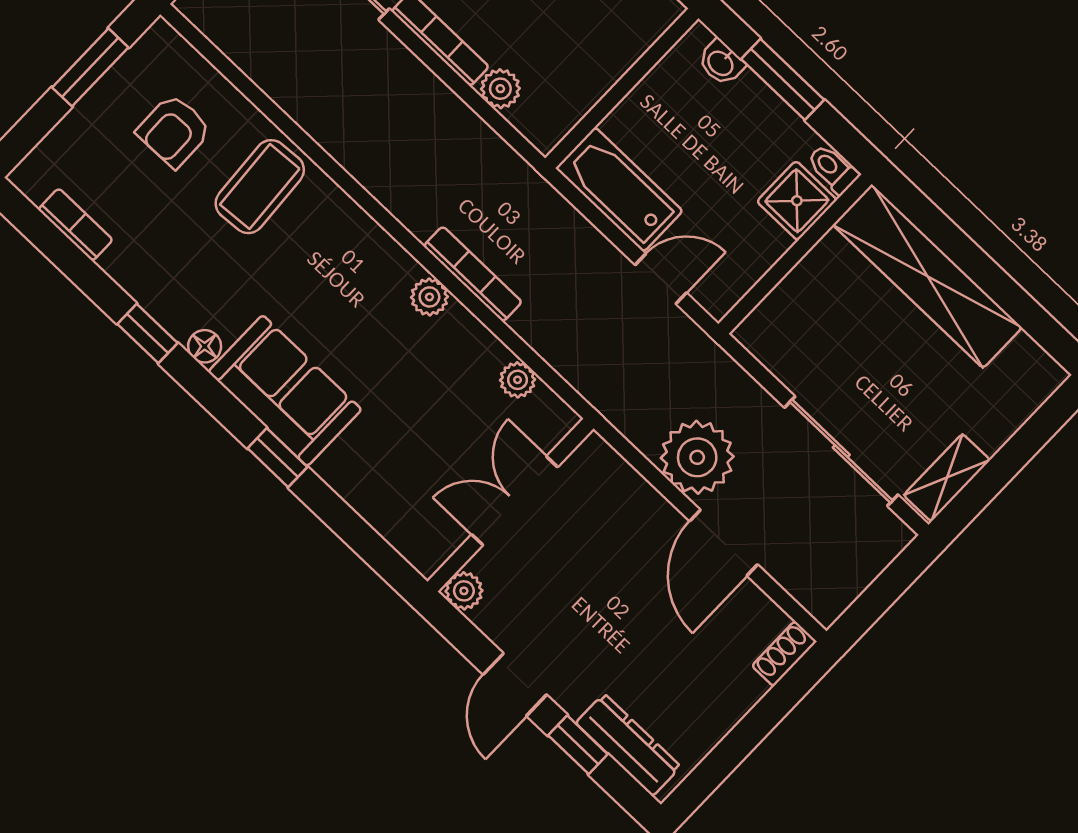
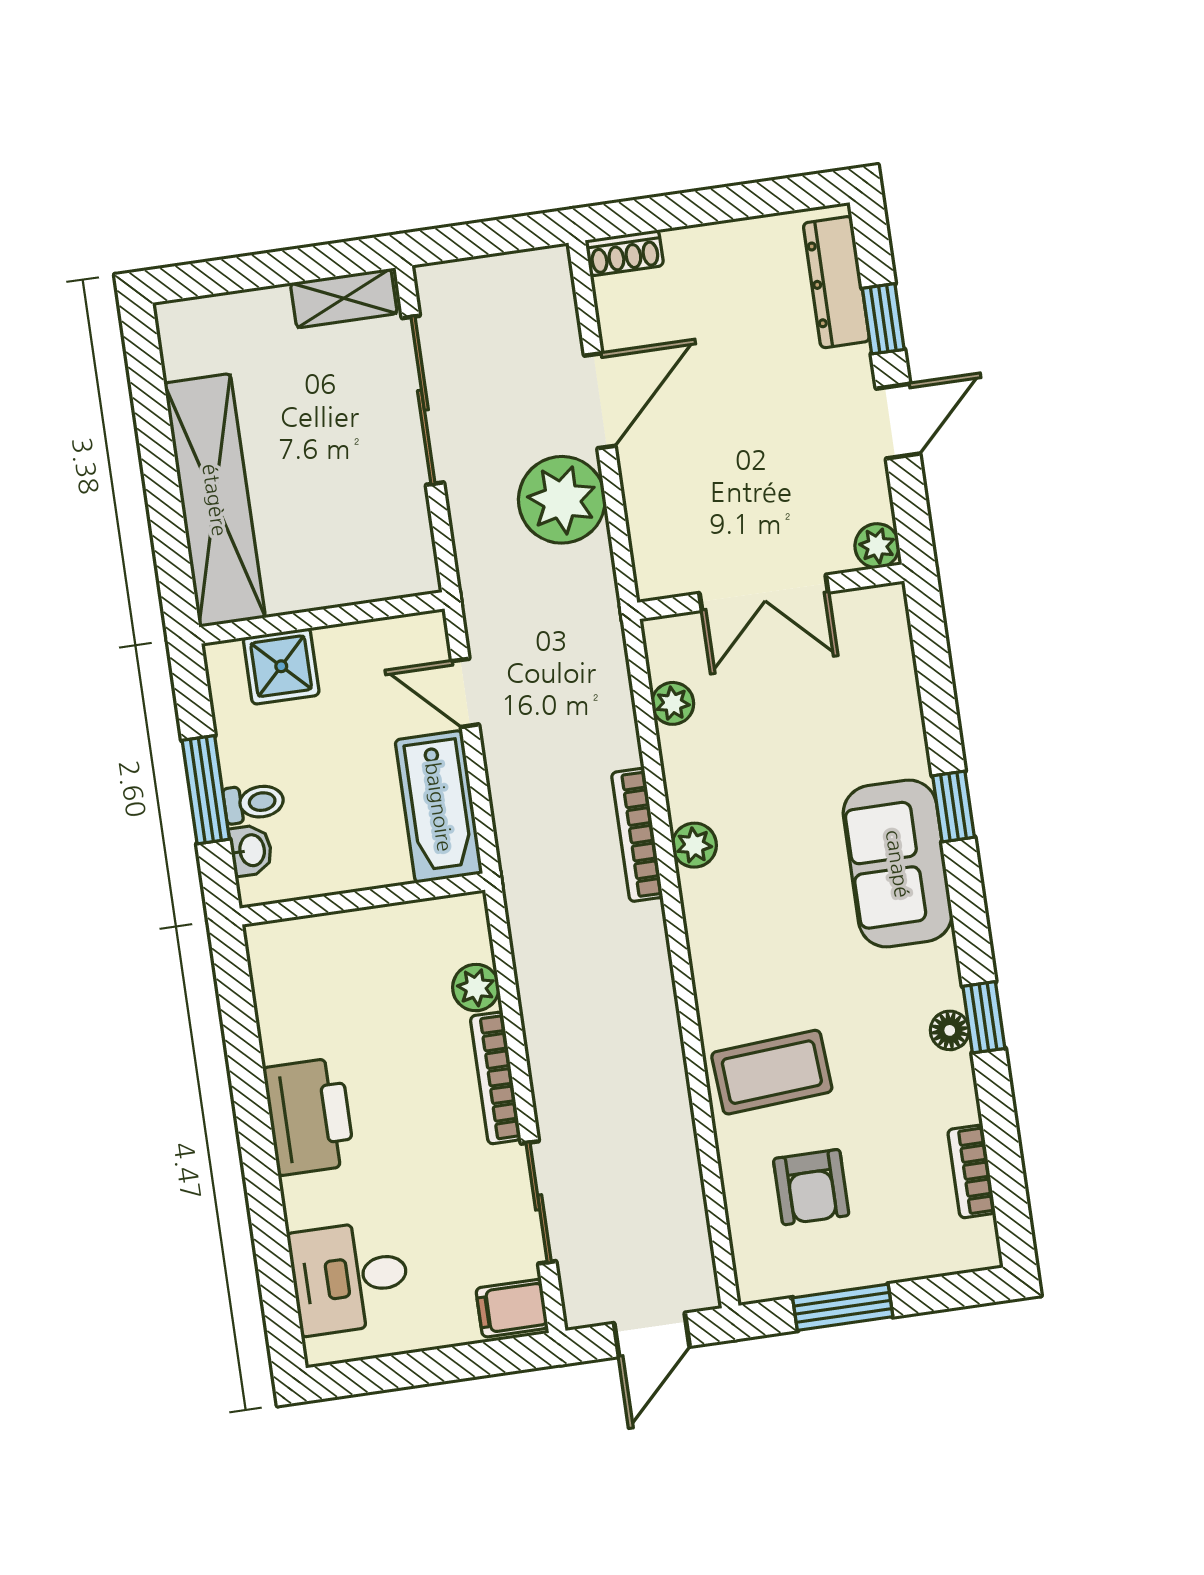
armchair: (174, 131) -> (811, 1187), turned 91
toilet: (833, 169) -> (254, 803), moved, turned -90
floor lamp: (205, 346) -> (950, 1030), moved

